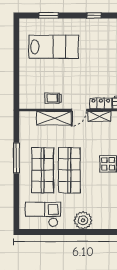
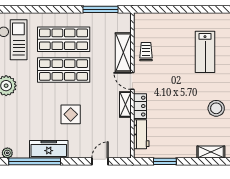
stool: (103, 37) -> (216, 108), added
lab bench: (54, 47) -> (205, 52), width x0.73, depth x0.72
window: (16, 158) -> (100, 9), moved

